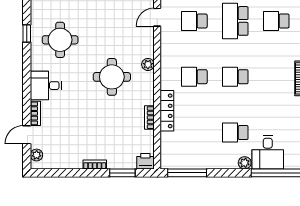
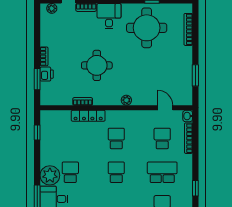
round table: (60, 40) -> (147, 28), width x1.36, depth x1.36
round table: (112, 77) -> (97, 65), moved
printer: (145, 161) -> (47, 74), moved
plant: (245, 163) -> (50, 175), width x1.88, depth x1.88
window: (187, 173) -> (37, 133), width x0.46

